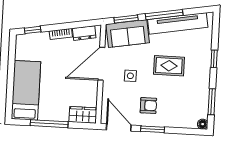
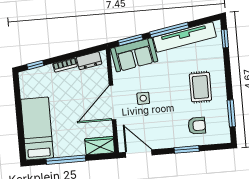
window: (214, 59) -> (225, 39), moved
door: (101, 64) -> (112, 103), moved
rug: (169, 66) -> (200, 87), moved, turned 90
armchair: (148, 105) -> (197, 126), moved
floor lamp: (203, 124) -> (225, 138), removed
window: (153, 129) -> (187, 149), moved

